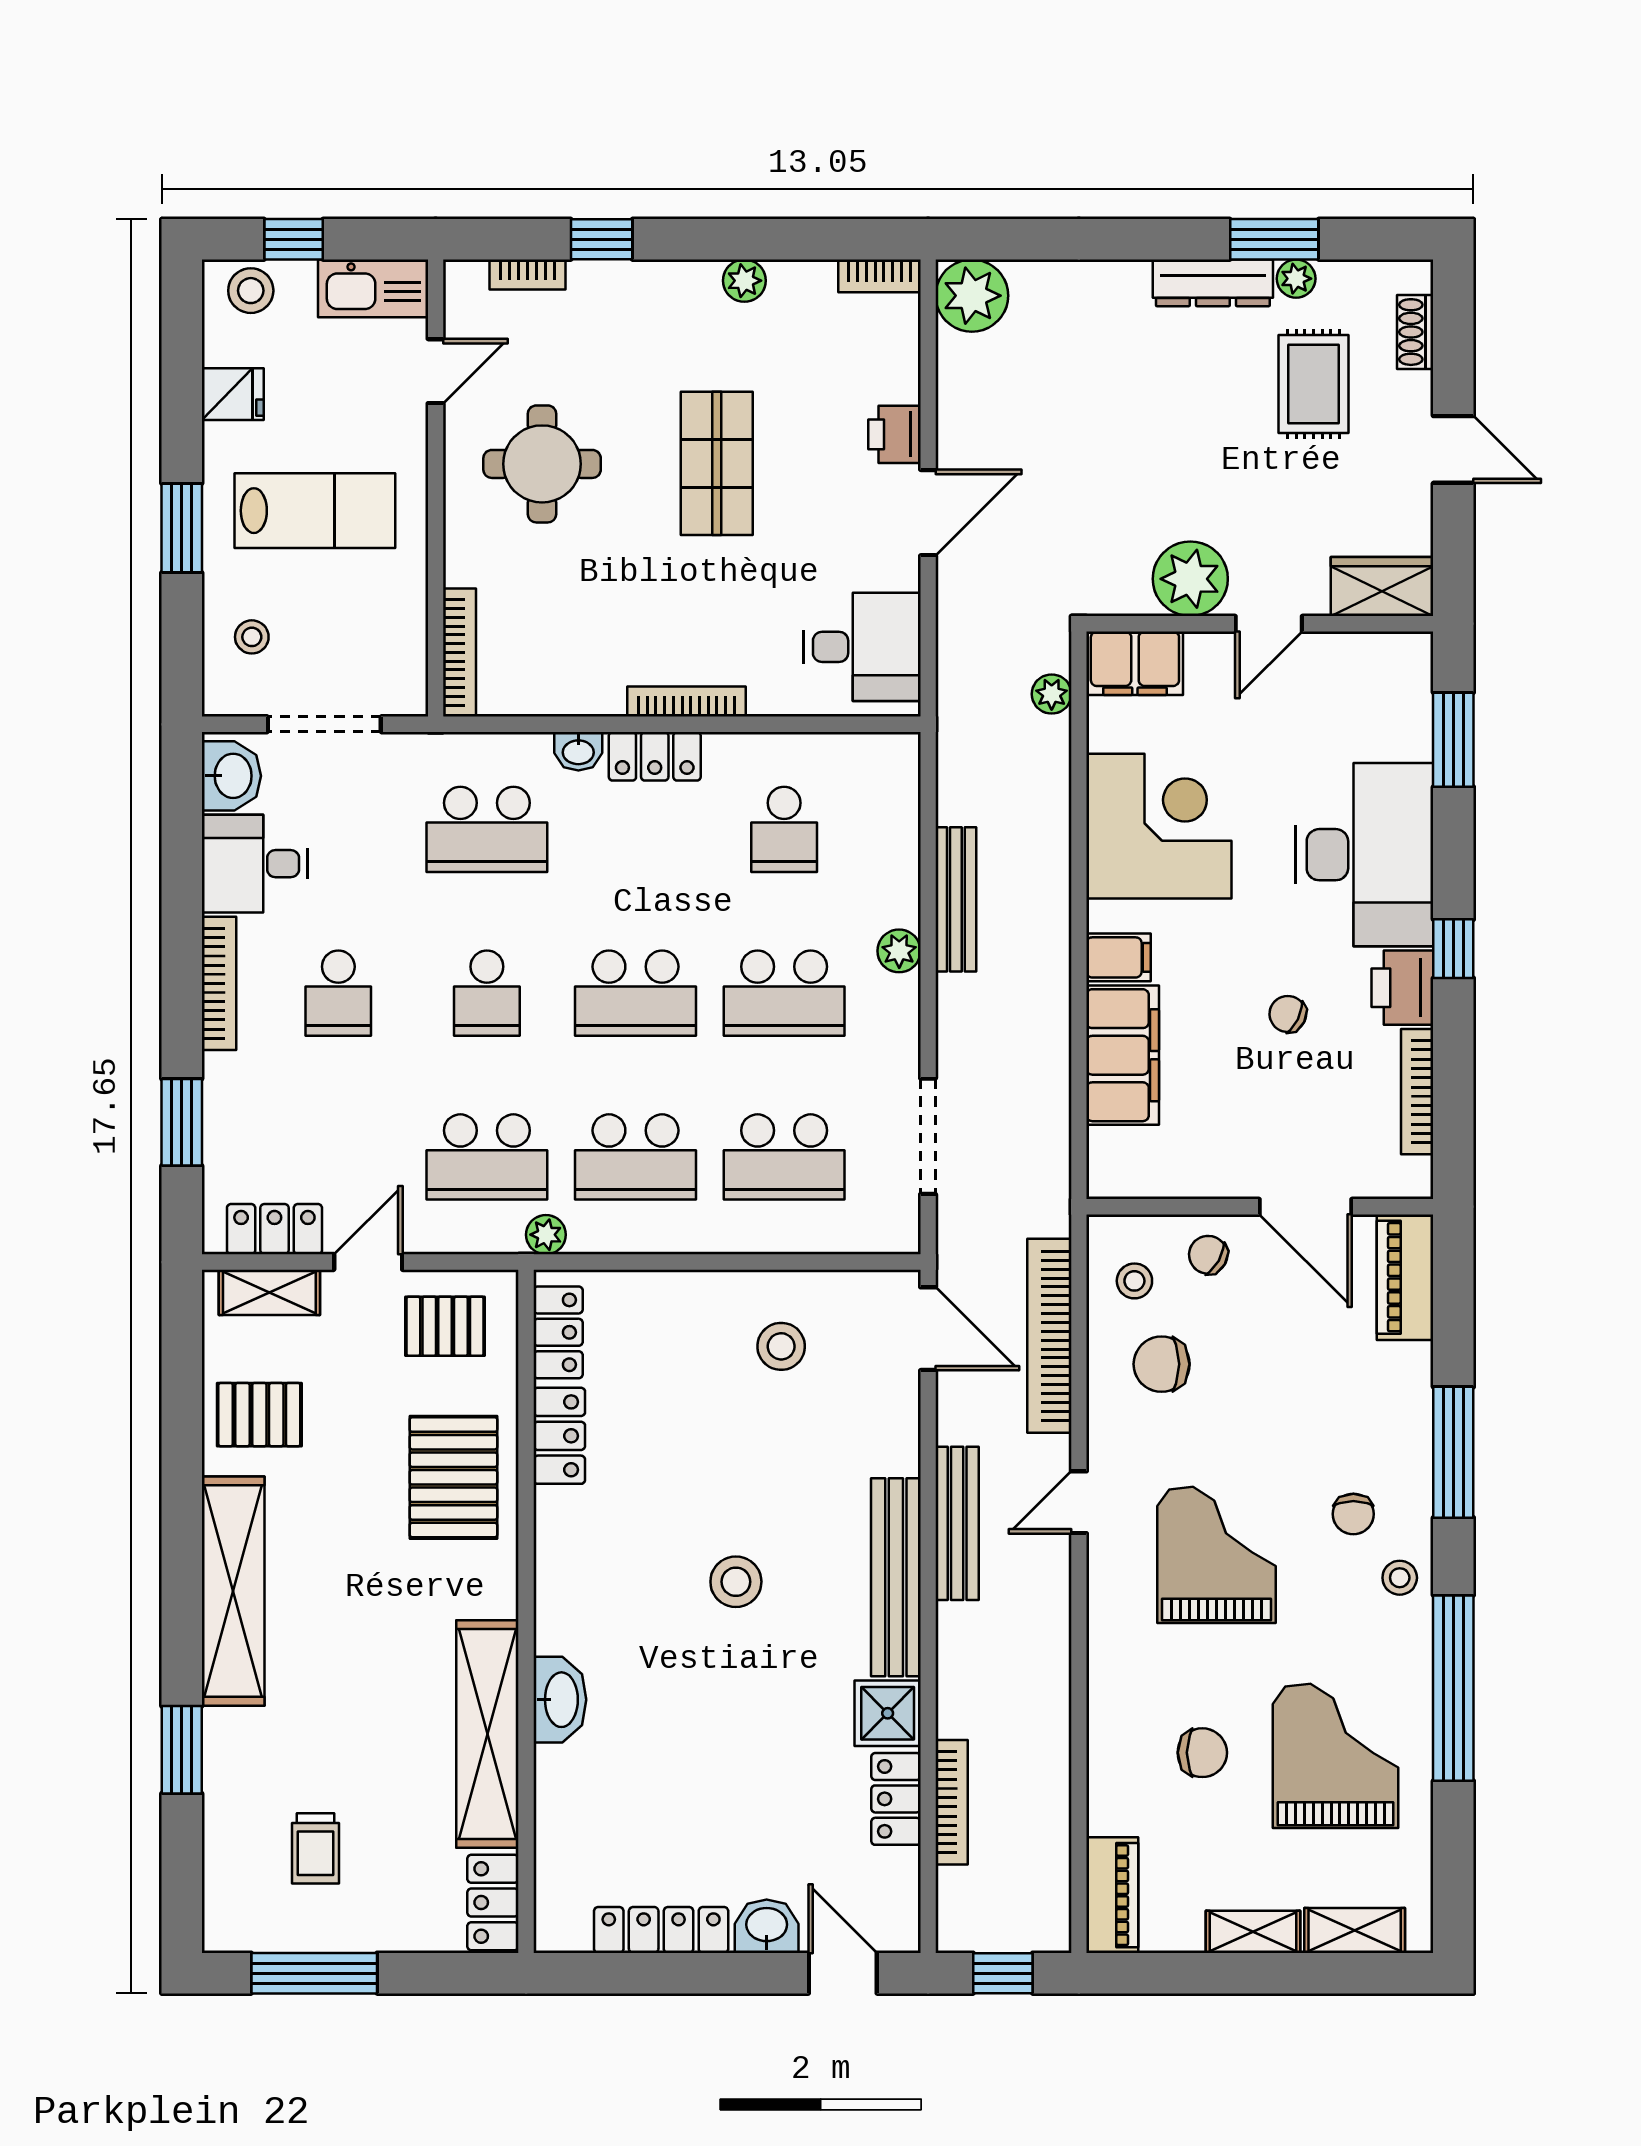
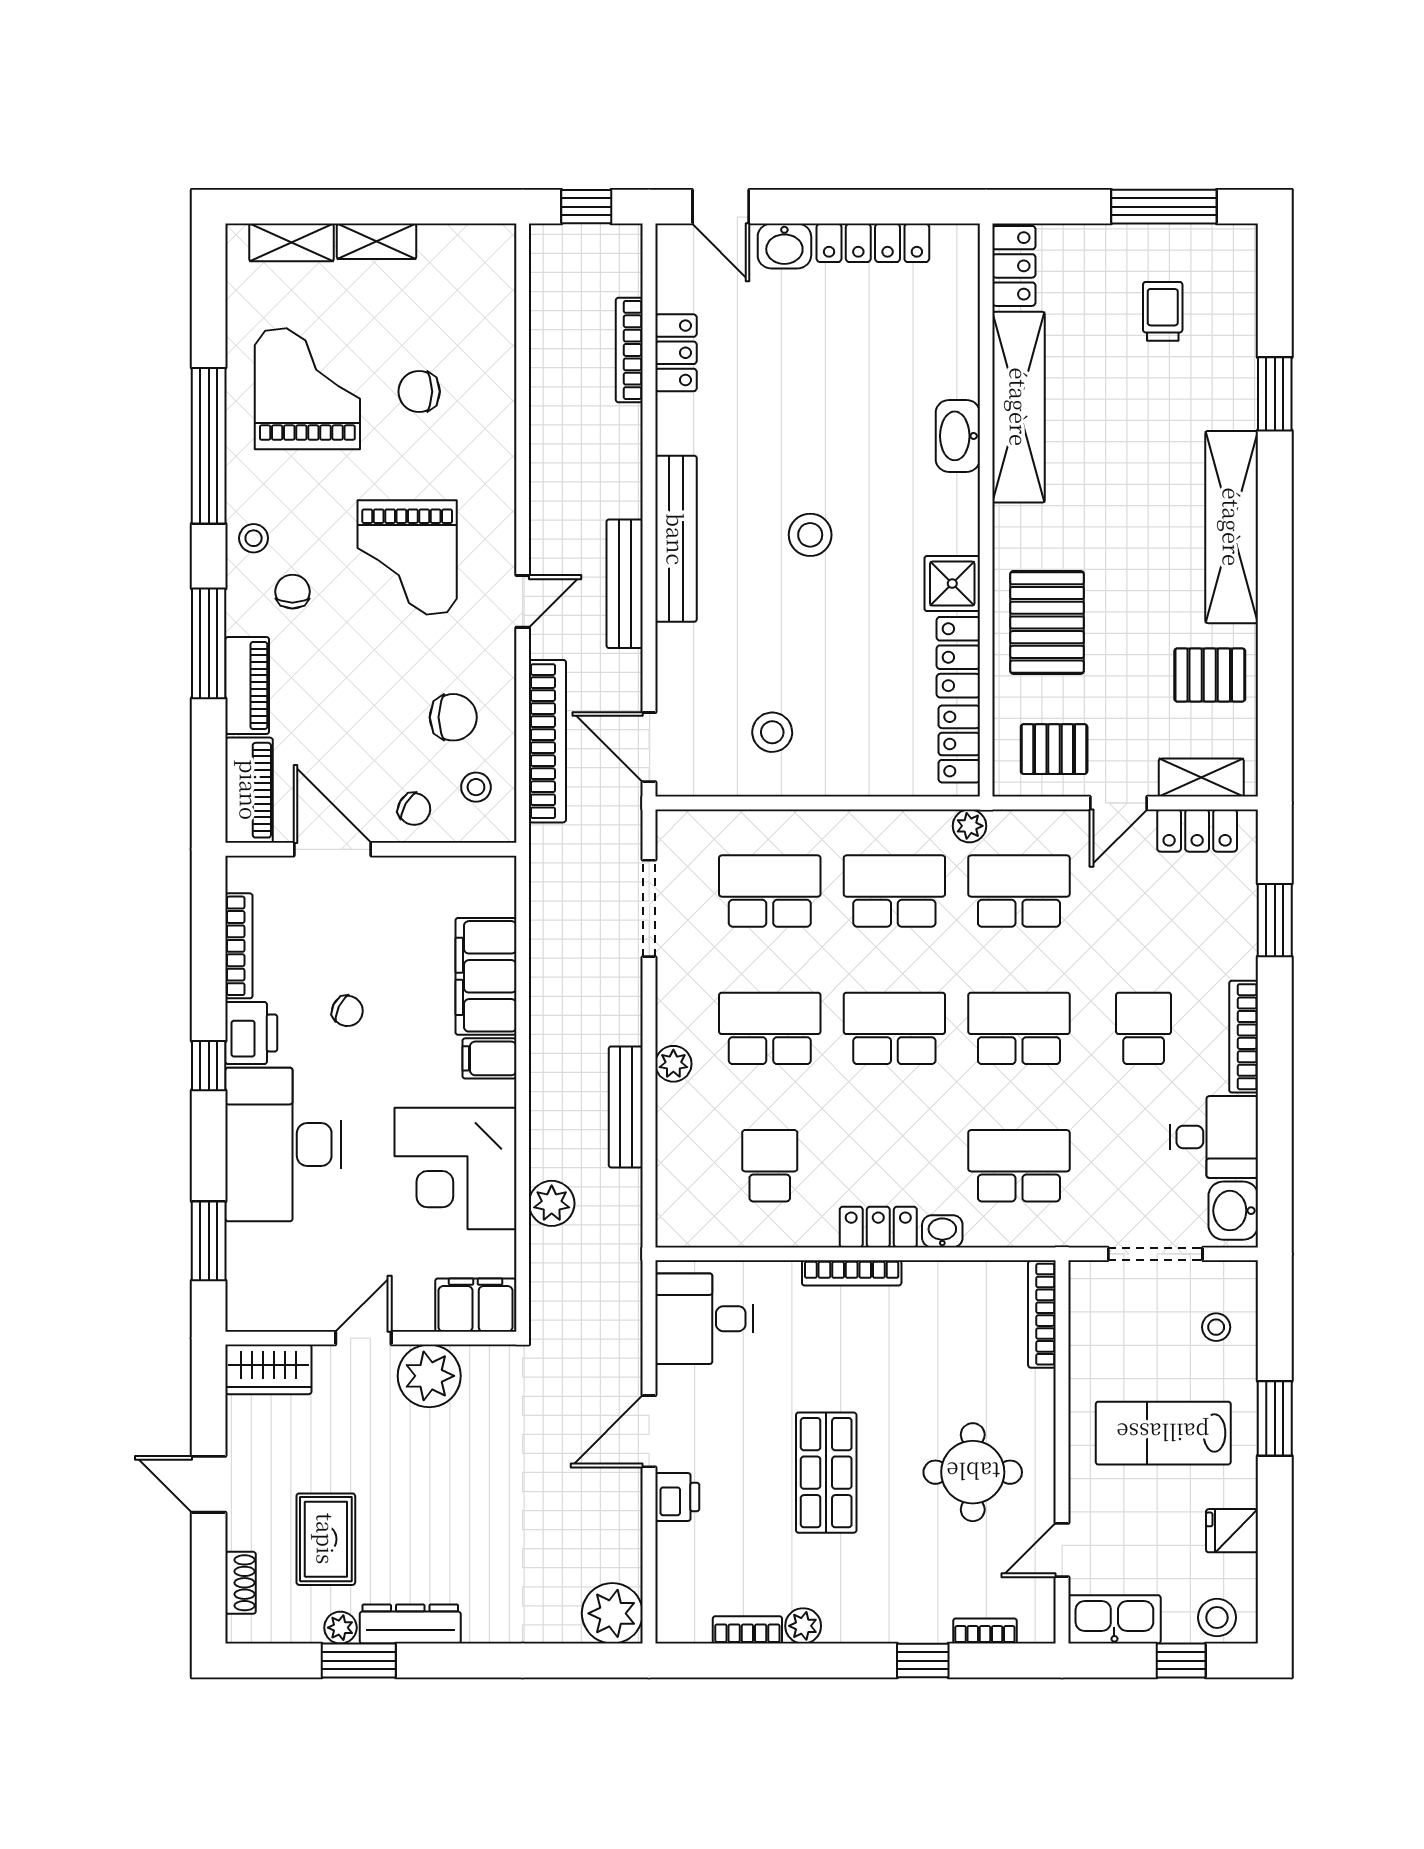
bookcase: (879, 276) -> (747, 1630), moved
plant: (1052, 694) -> (552, 1203), moved, width x1.38, depth x1.38
school desk: (487, 993) -> (1019, 1028), width x1.85
shower: (888, 1713) -> (952, 584), moved
grand piano: (1336, 1756) -> (307, 389), turned 180
piano: (1112, 1895) -> (247, 686), moved, turned 180

